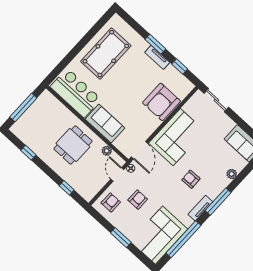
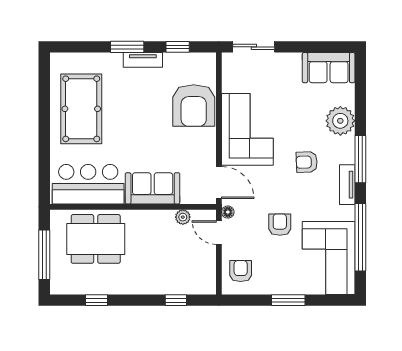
dining table: (73, 145) -> (96, 239), moved, width x1.37
plant: (232, 174) -> (340, 121), width x1.88, depth x1.88
armchair: (138, 200) -> (280, 225), moved

